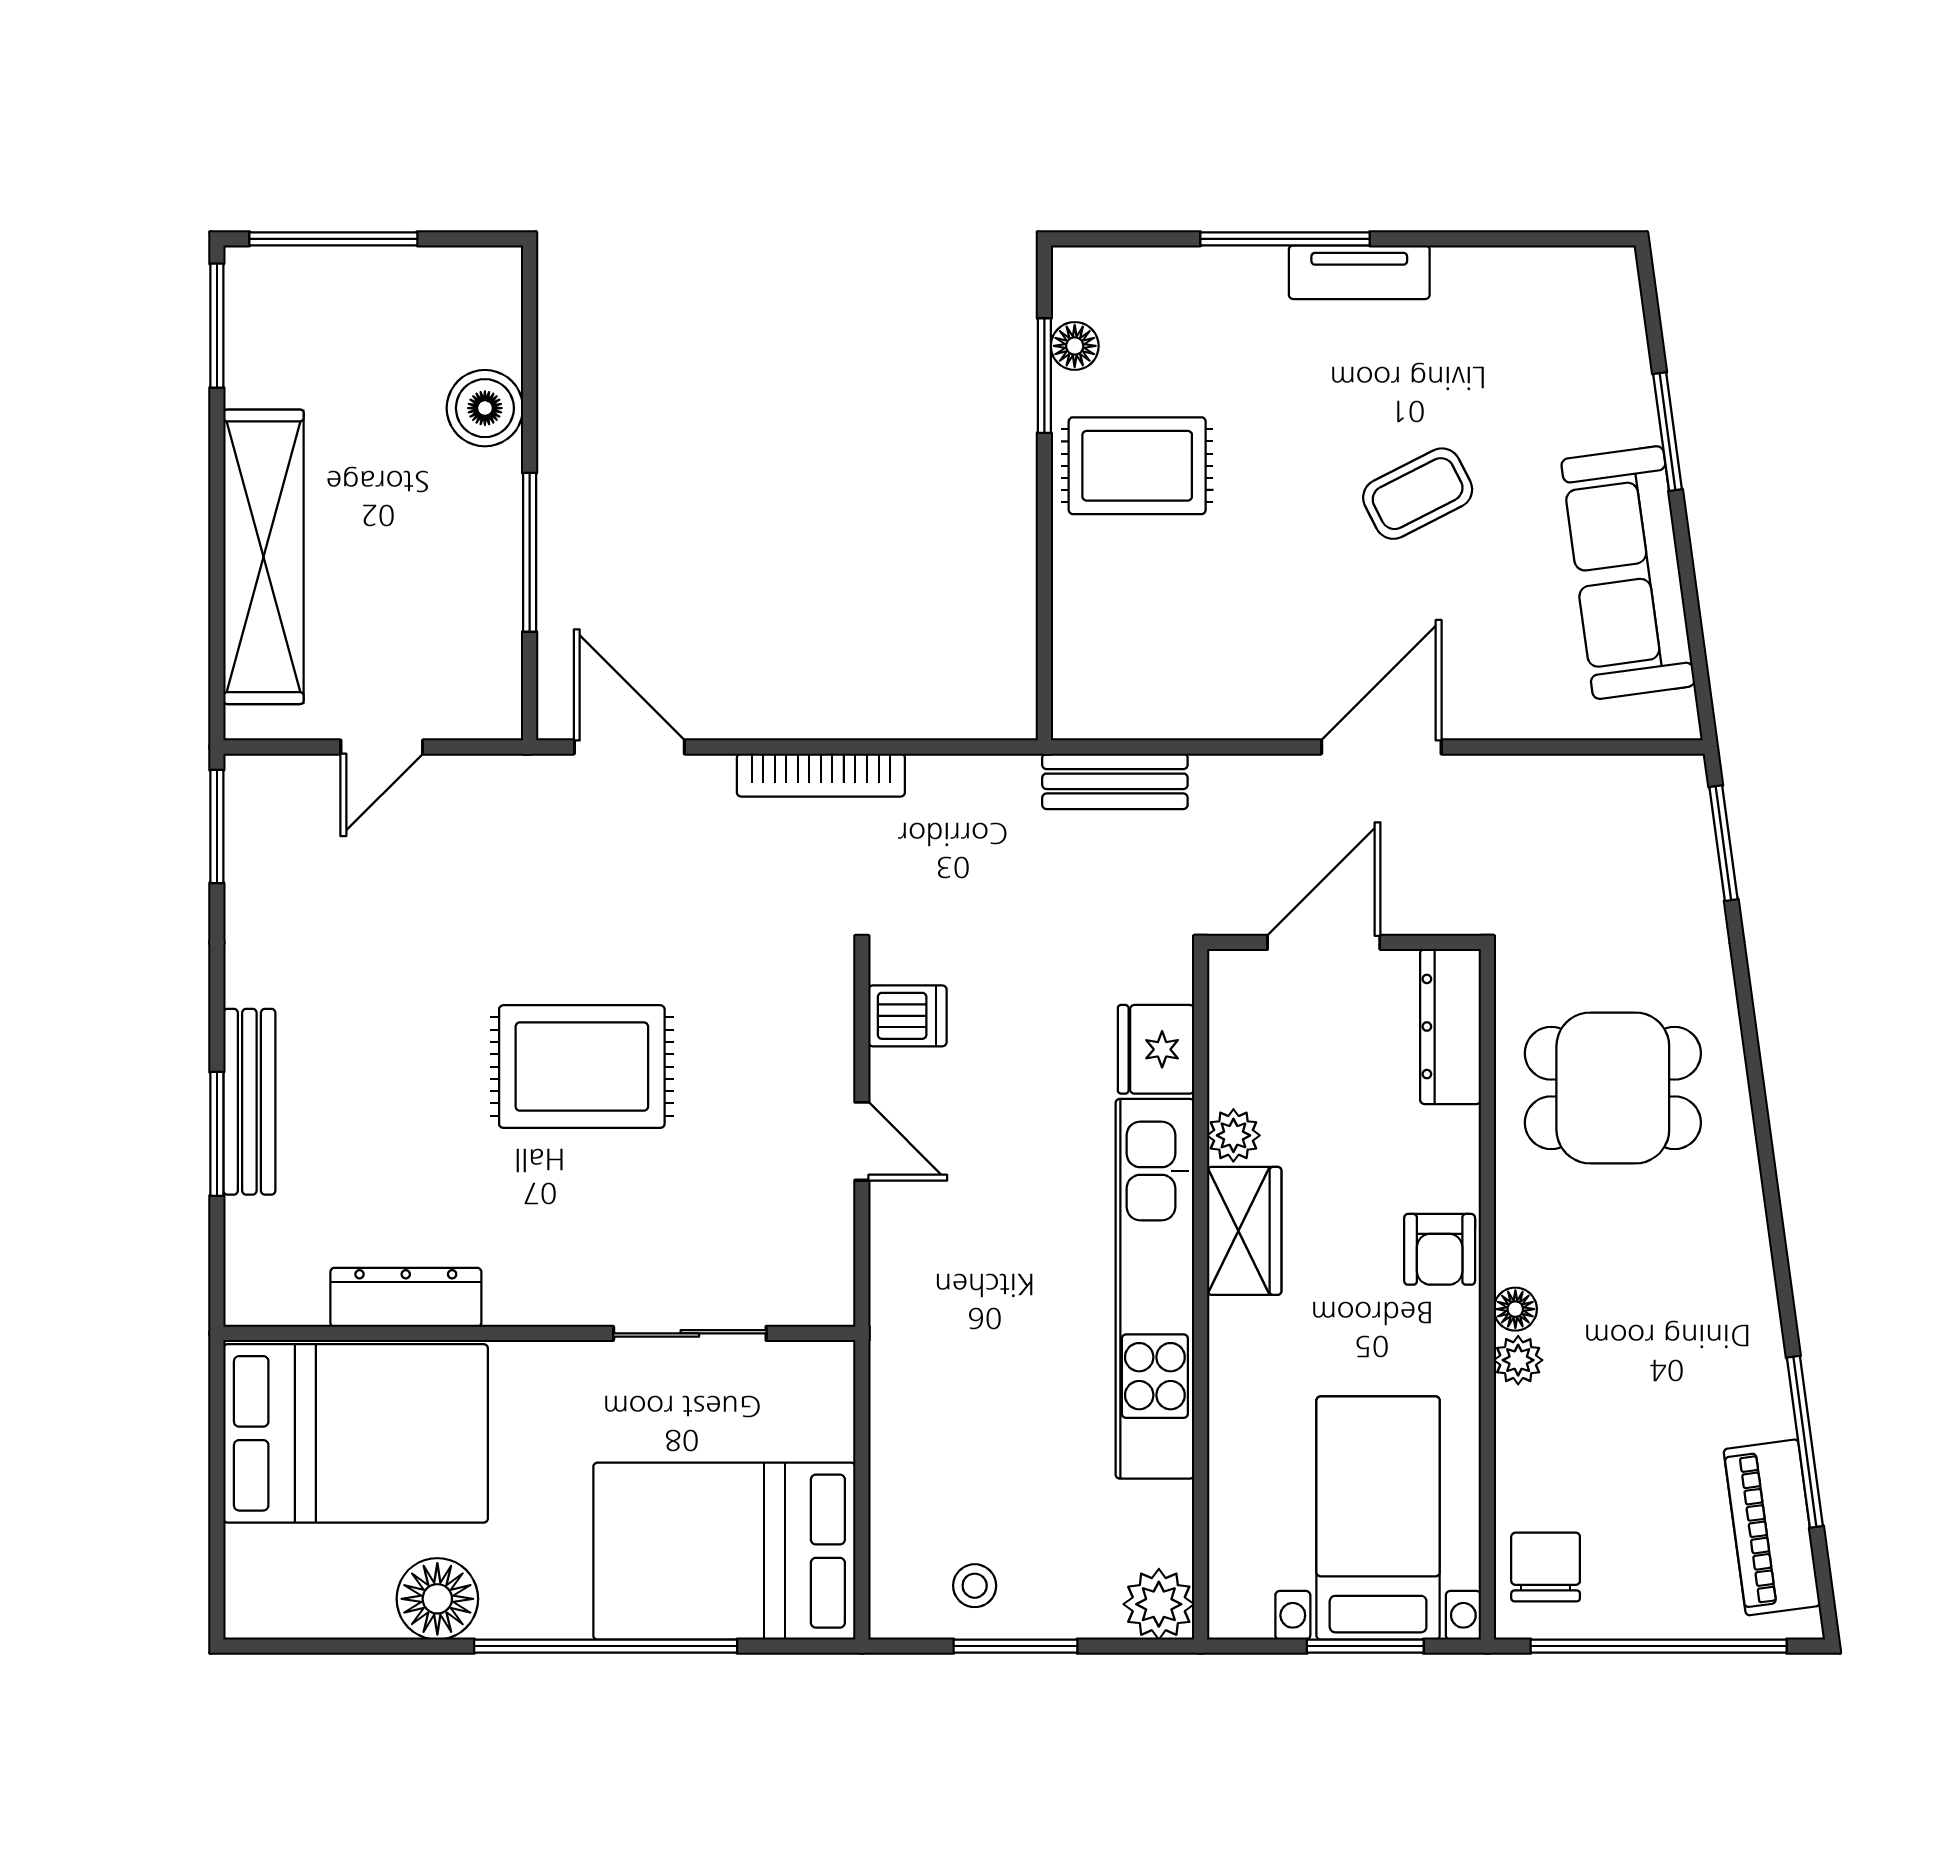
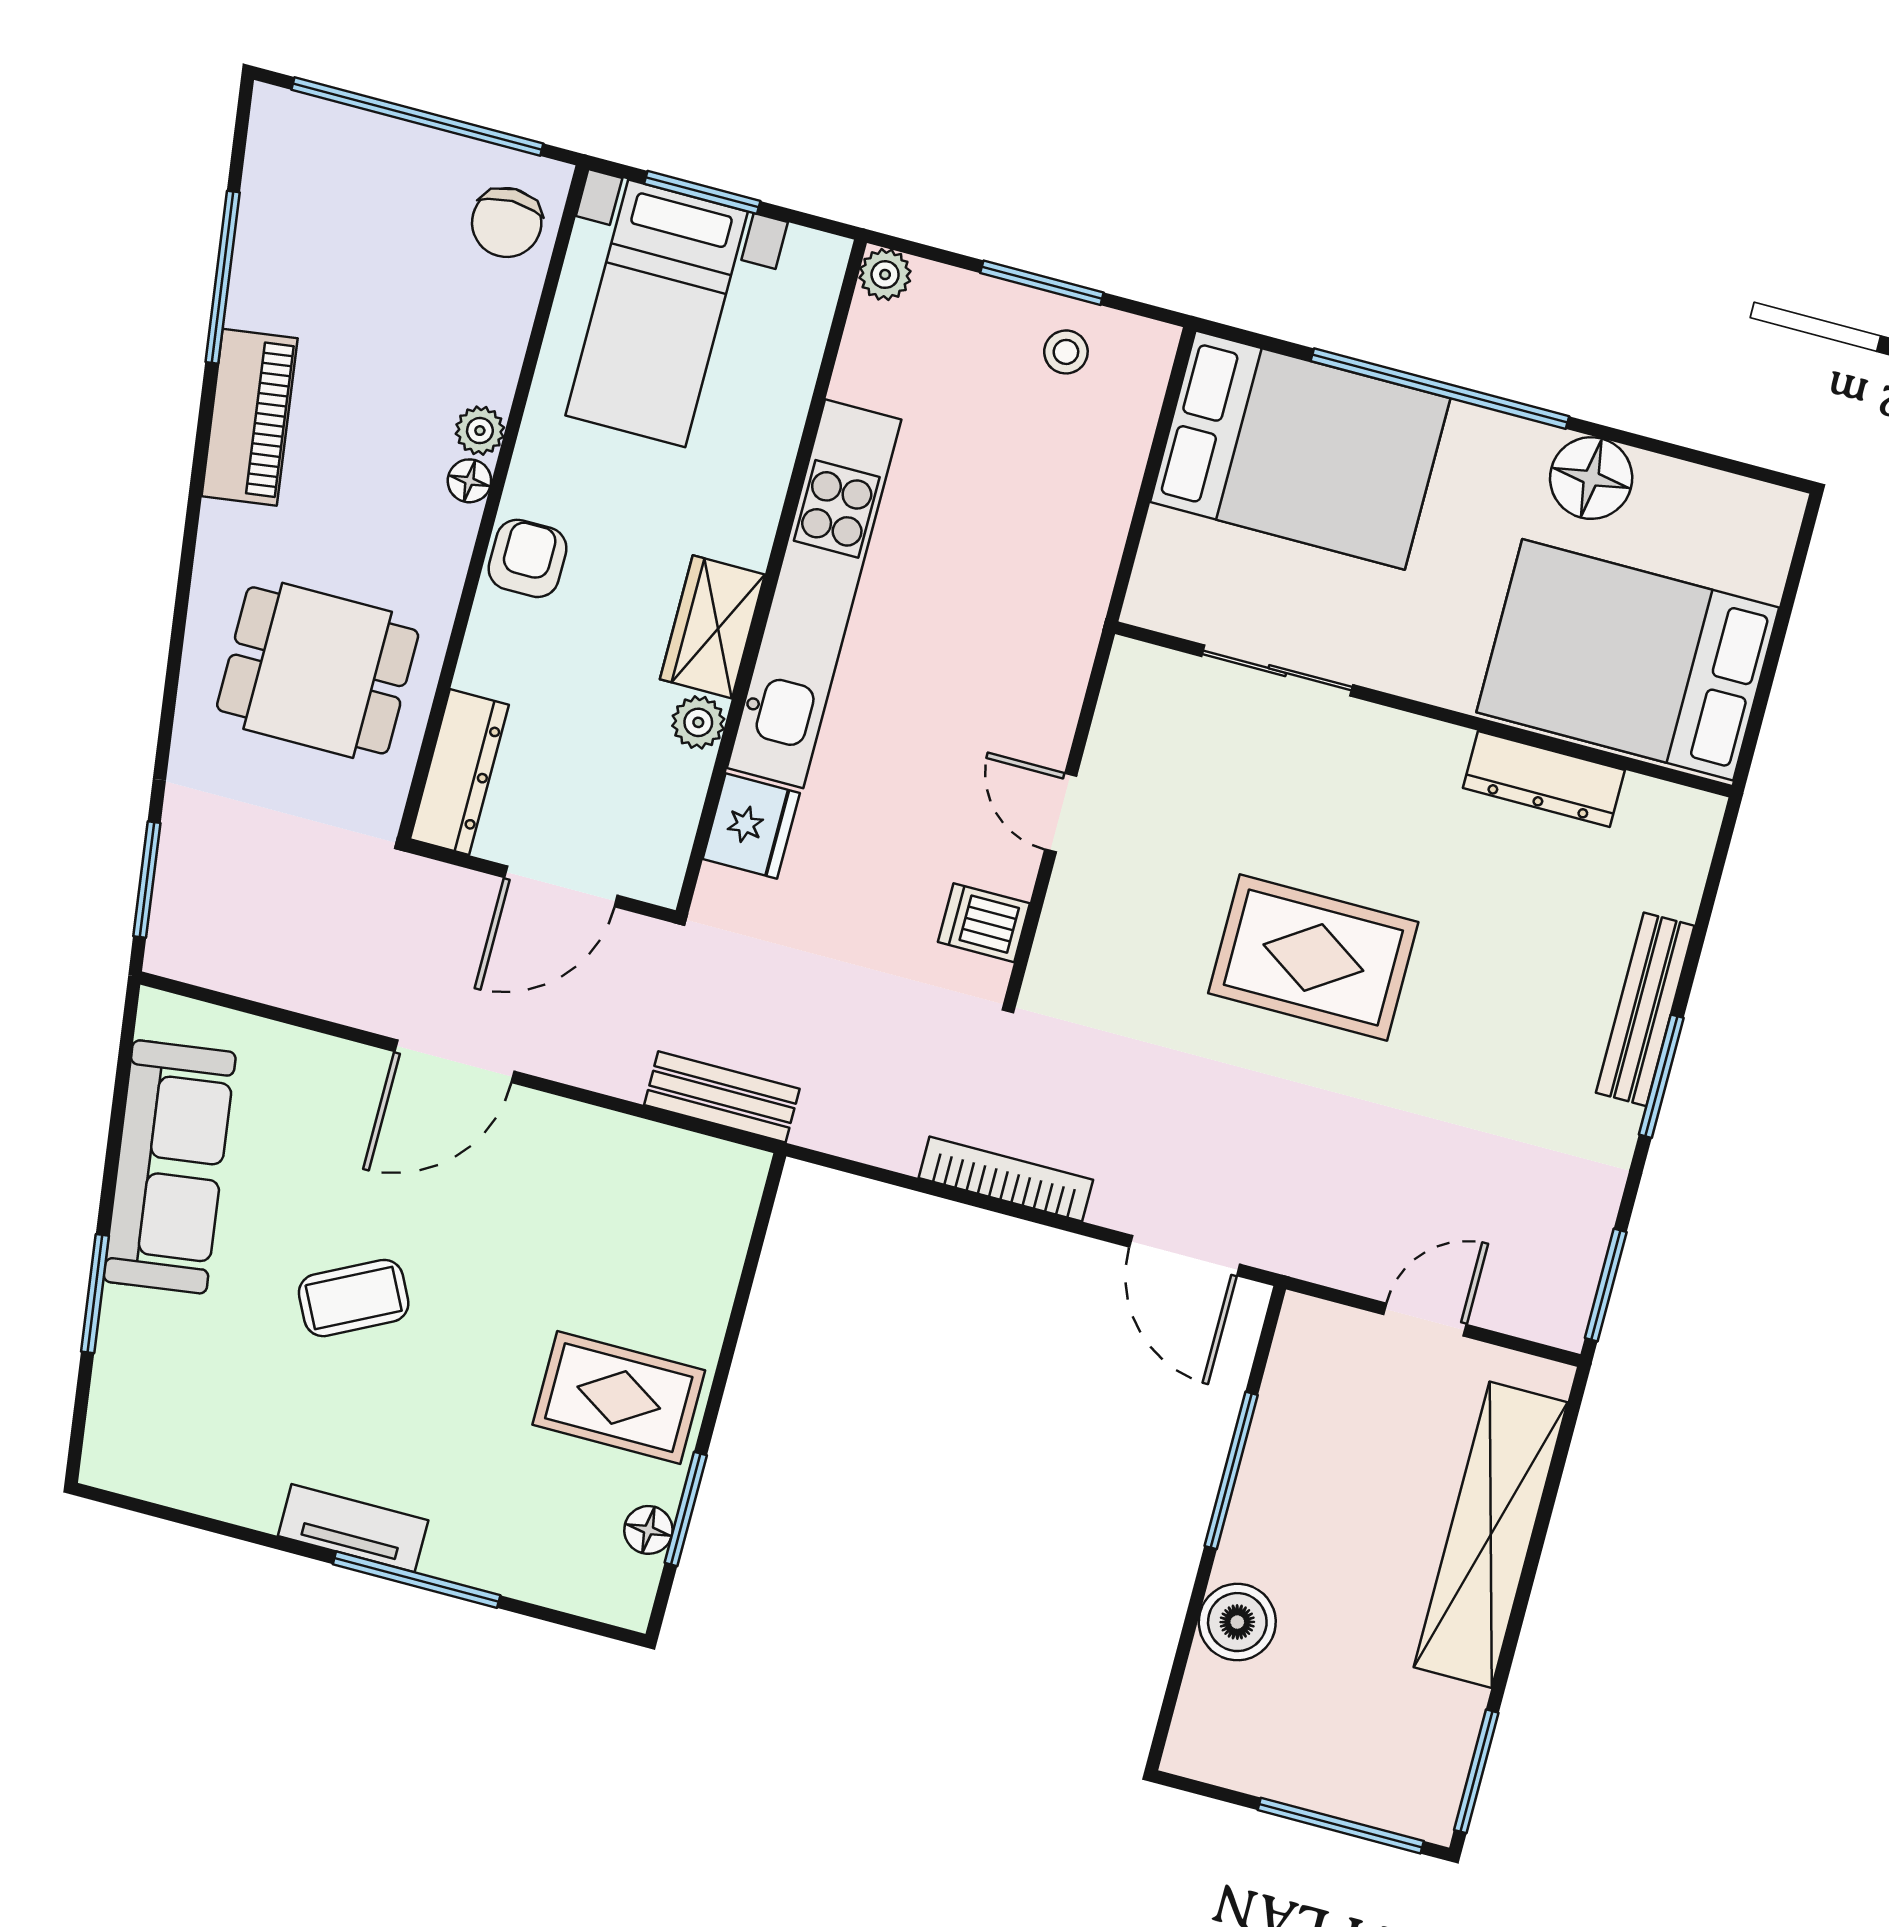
window: (217, 1134) -> (1661, 1076), moved
piano: (1772, 1527) -> (250, 417), moved
plant: (1159, 1604) -> (885, 275), width x0.73, depth x0.73

